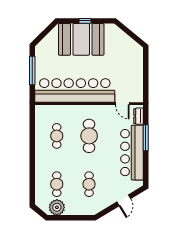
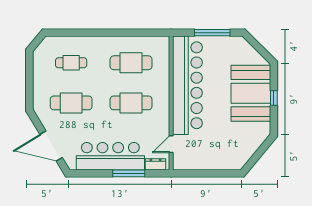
cafe table: (57, 136) -> (131, 63), width x1.37, depth x1.35
cafe table: (89, 184) -> (71, 103), width x1.37, depth x1.35
door: (124, 200) -> (51, 146), width x1.88
plant: (57, 207) -> (42, 63), removed

